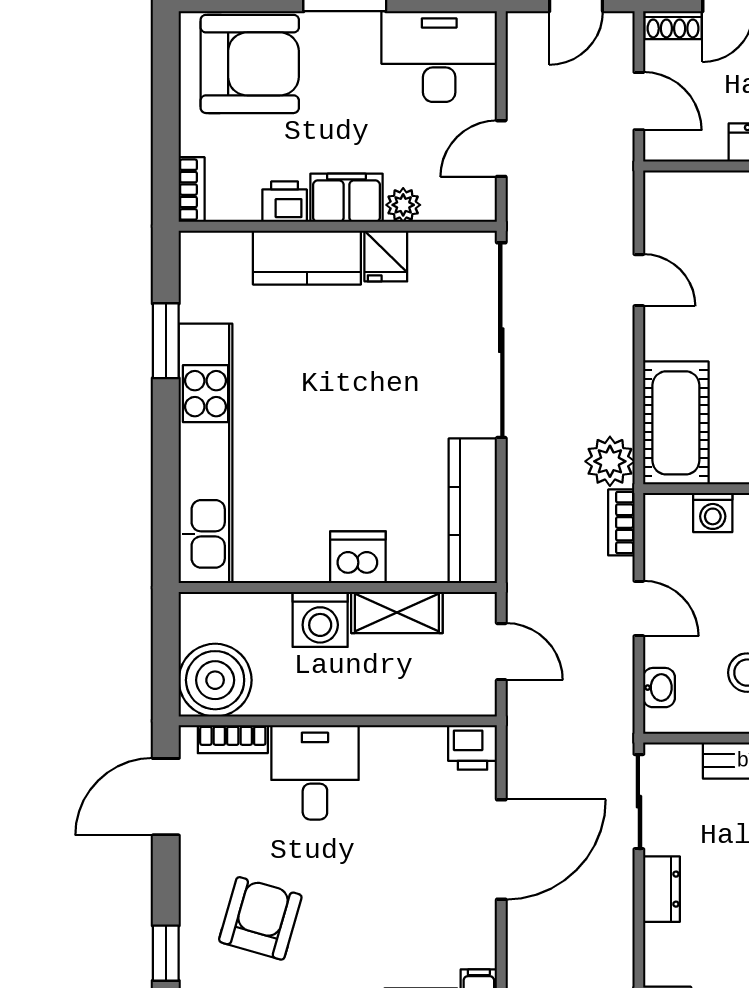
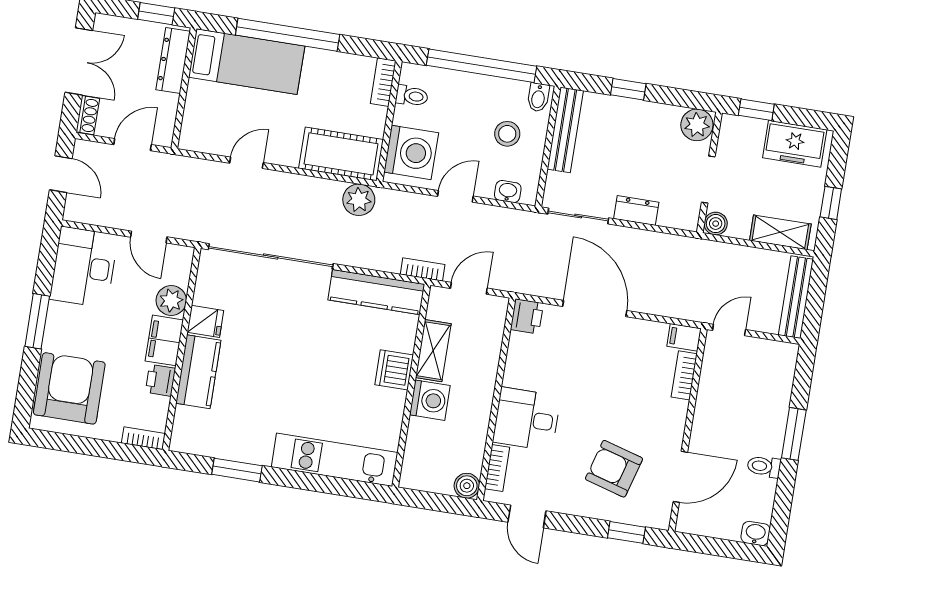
plant: (403, 205) -> (171, 300), width x1.38, depth x1.38
kitchen unit: (206, 453) -> (335, 460), width x0.73
washing machine: (713, 513) -> (411, 152), width x1.89, depth x1.89
bookcase: (621, 522) -> (423, 269), moved, turned 180
boiler: (215, 680) -> (467, 486), width x0.54, depth x0.54
door: (166, 797) -> (527, 517), width x0.73

